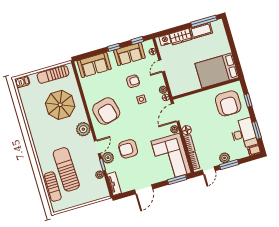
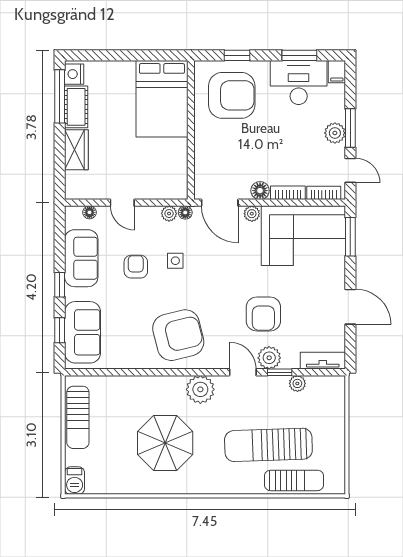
nightstand: (165, 40) -> (74, 74), moved
window: (137, 41) -> (60, 330), moved
parasol: (60, 105) -> (165, 443), moved

